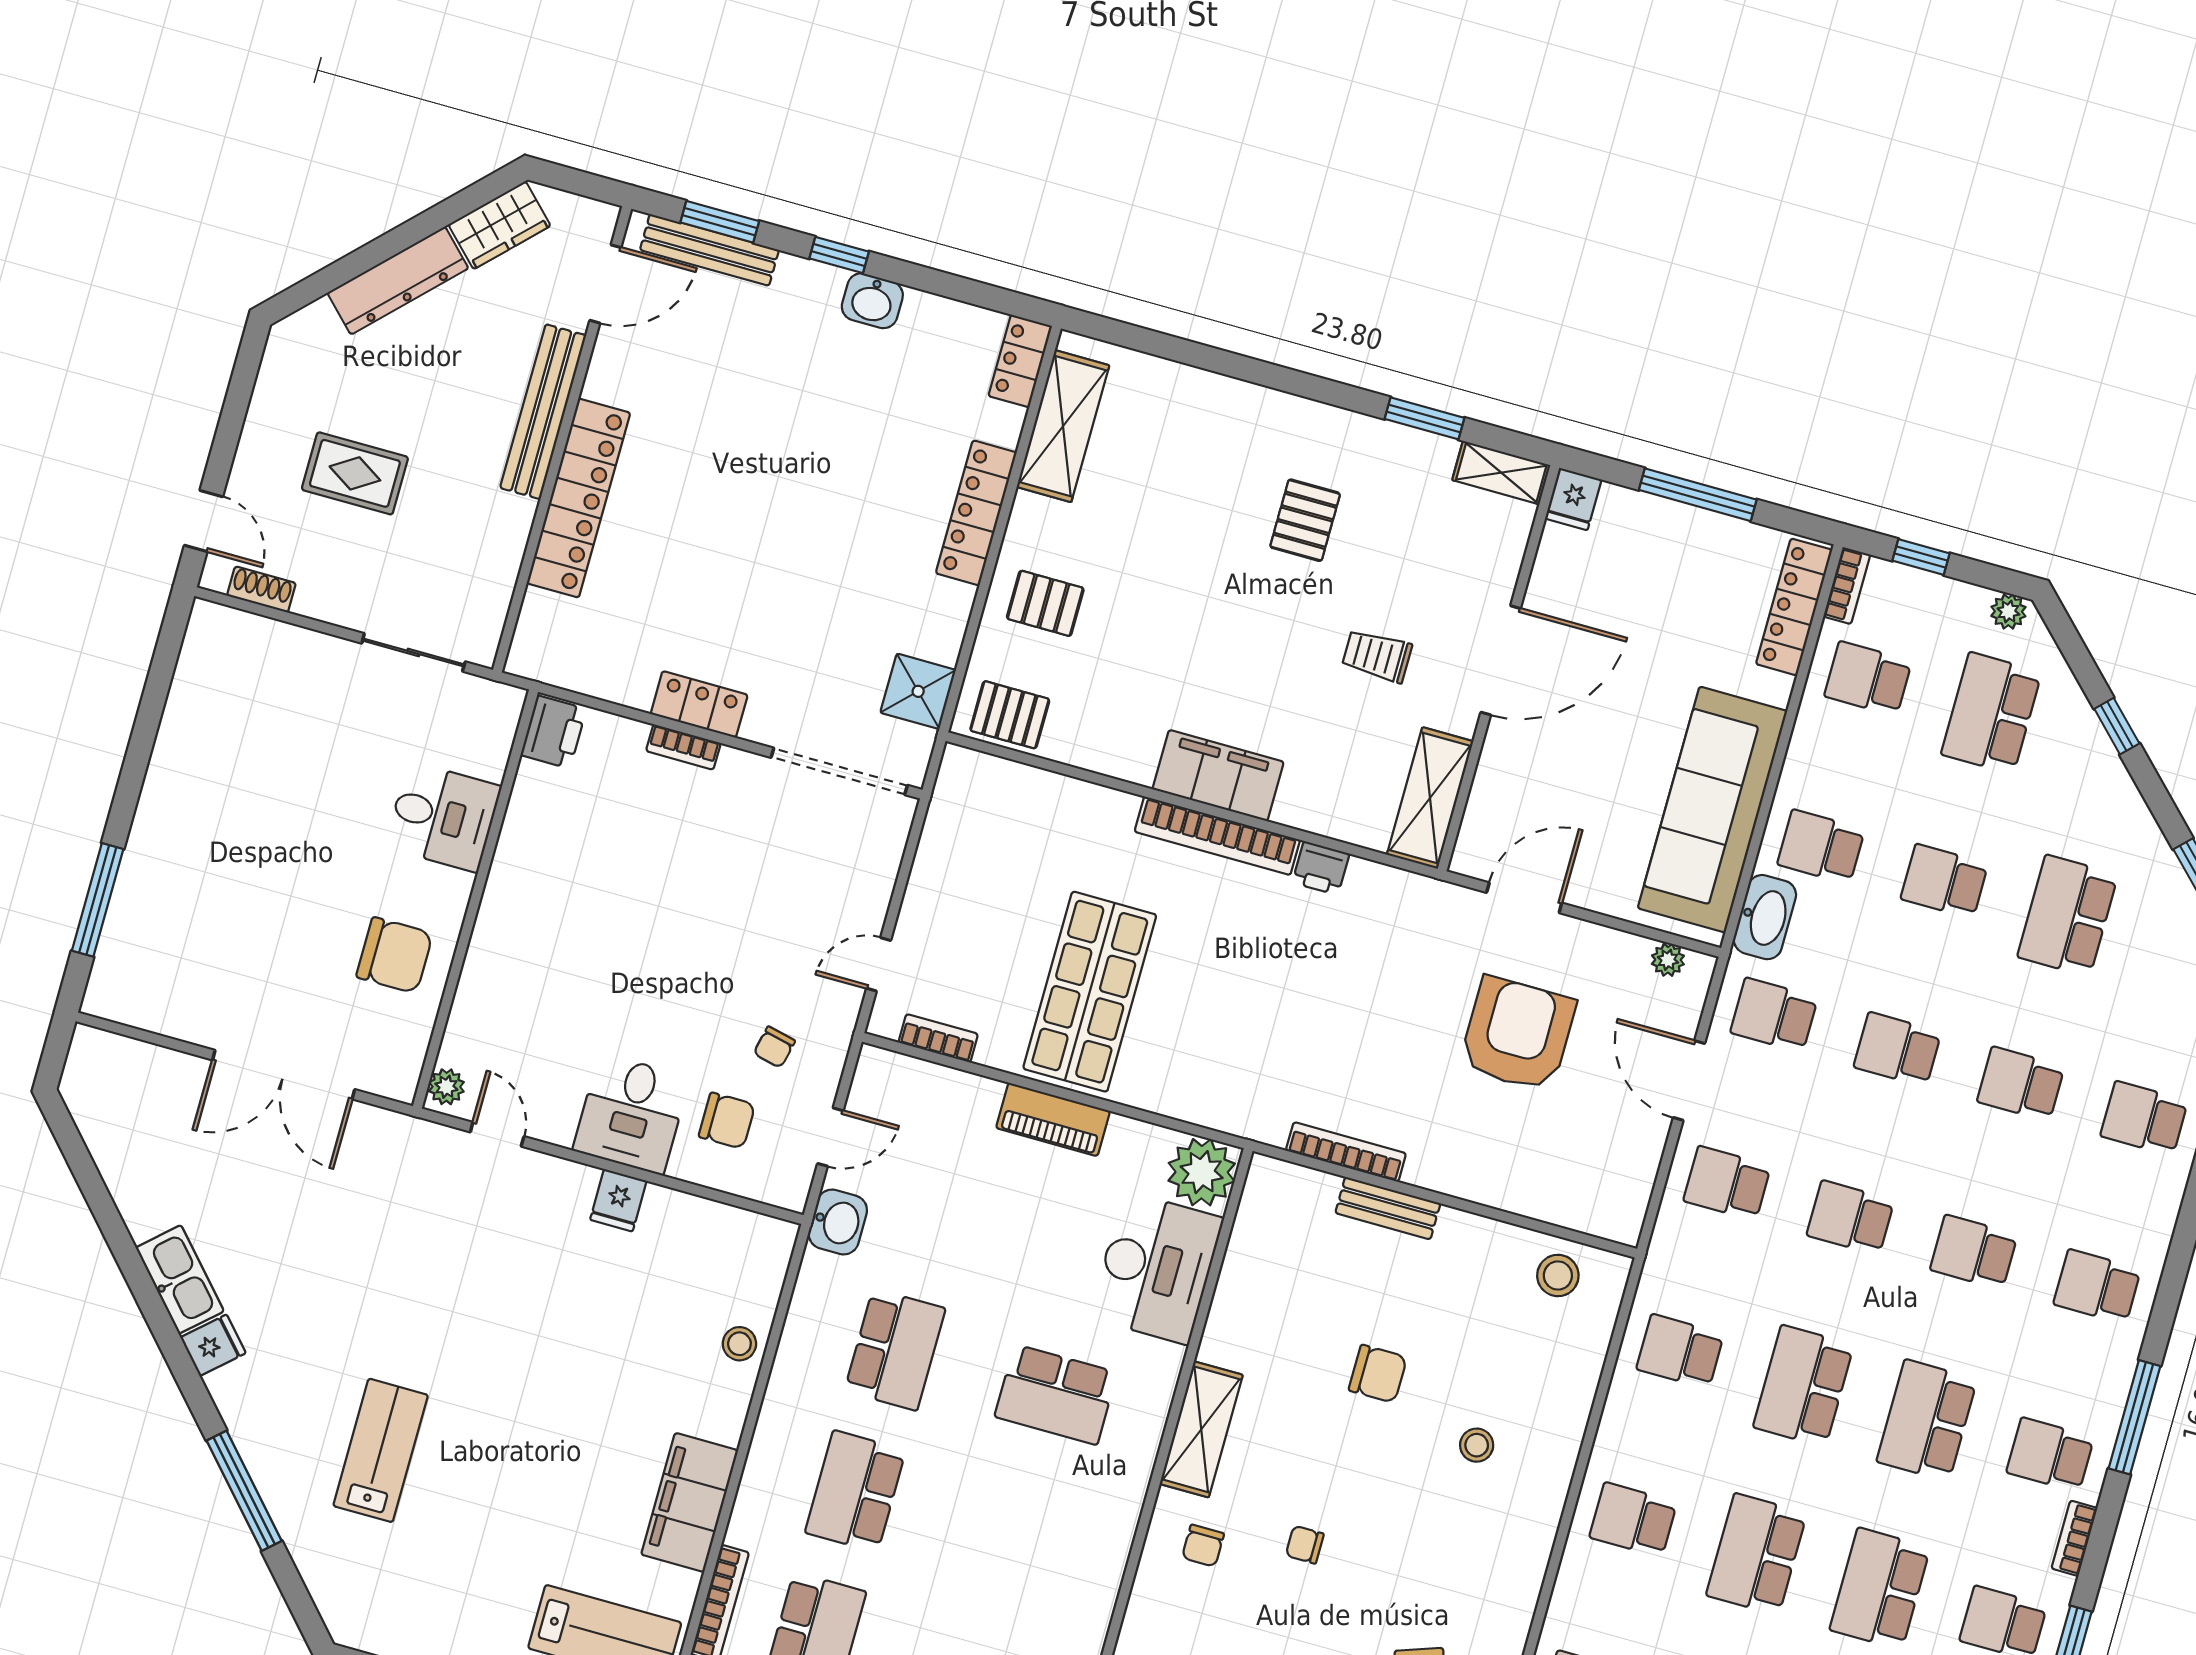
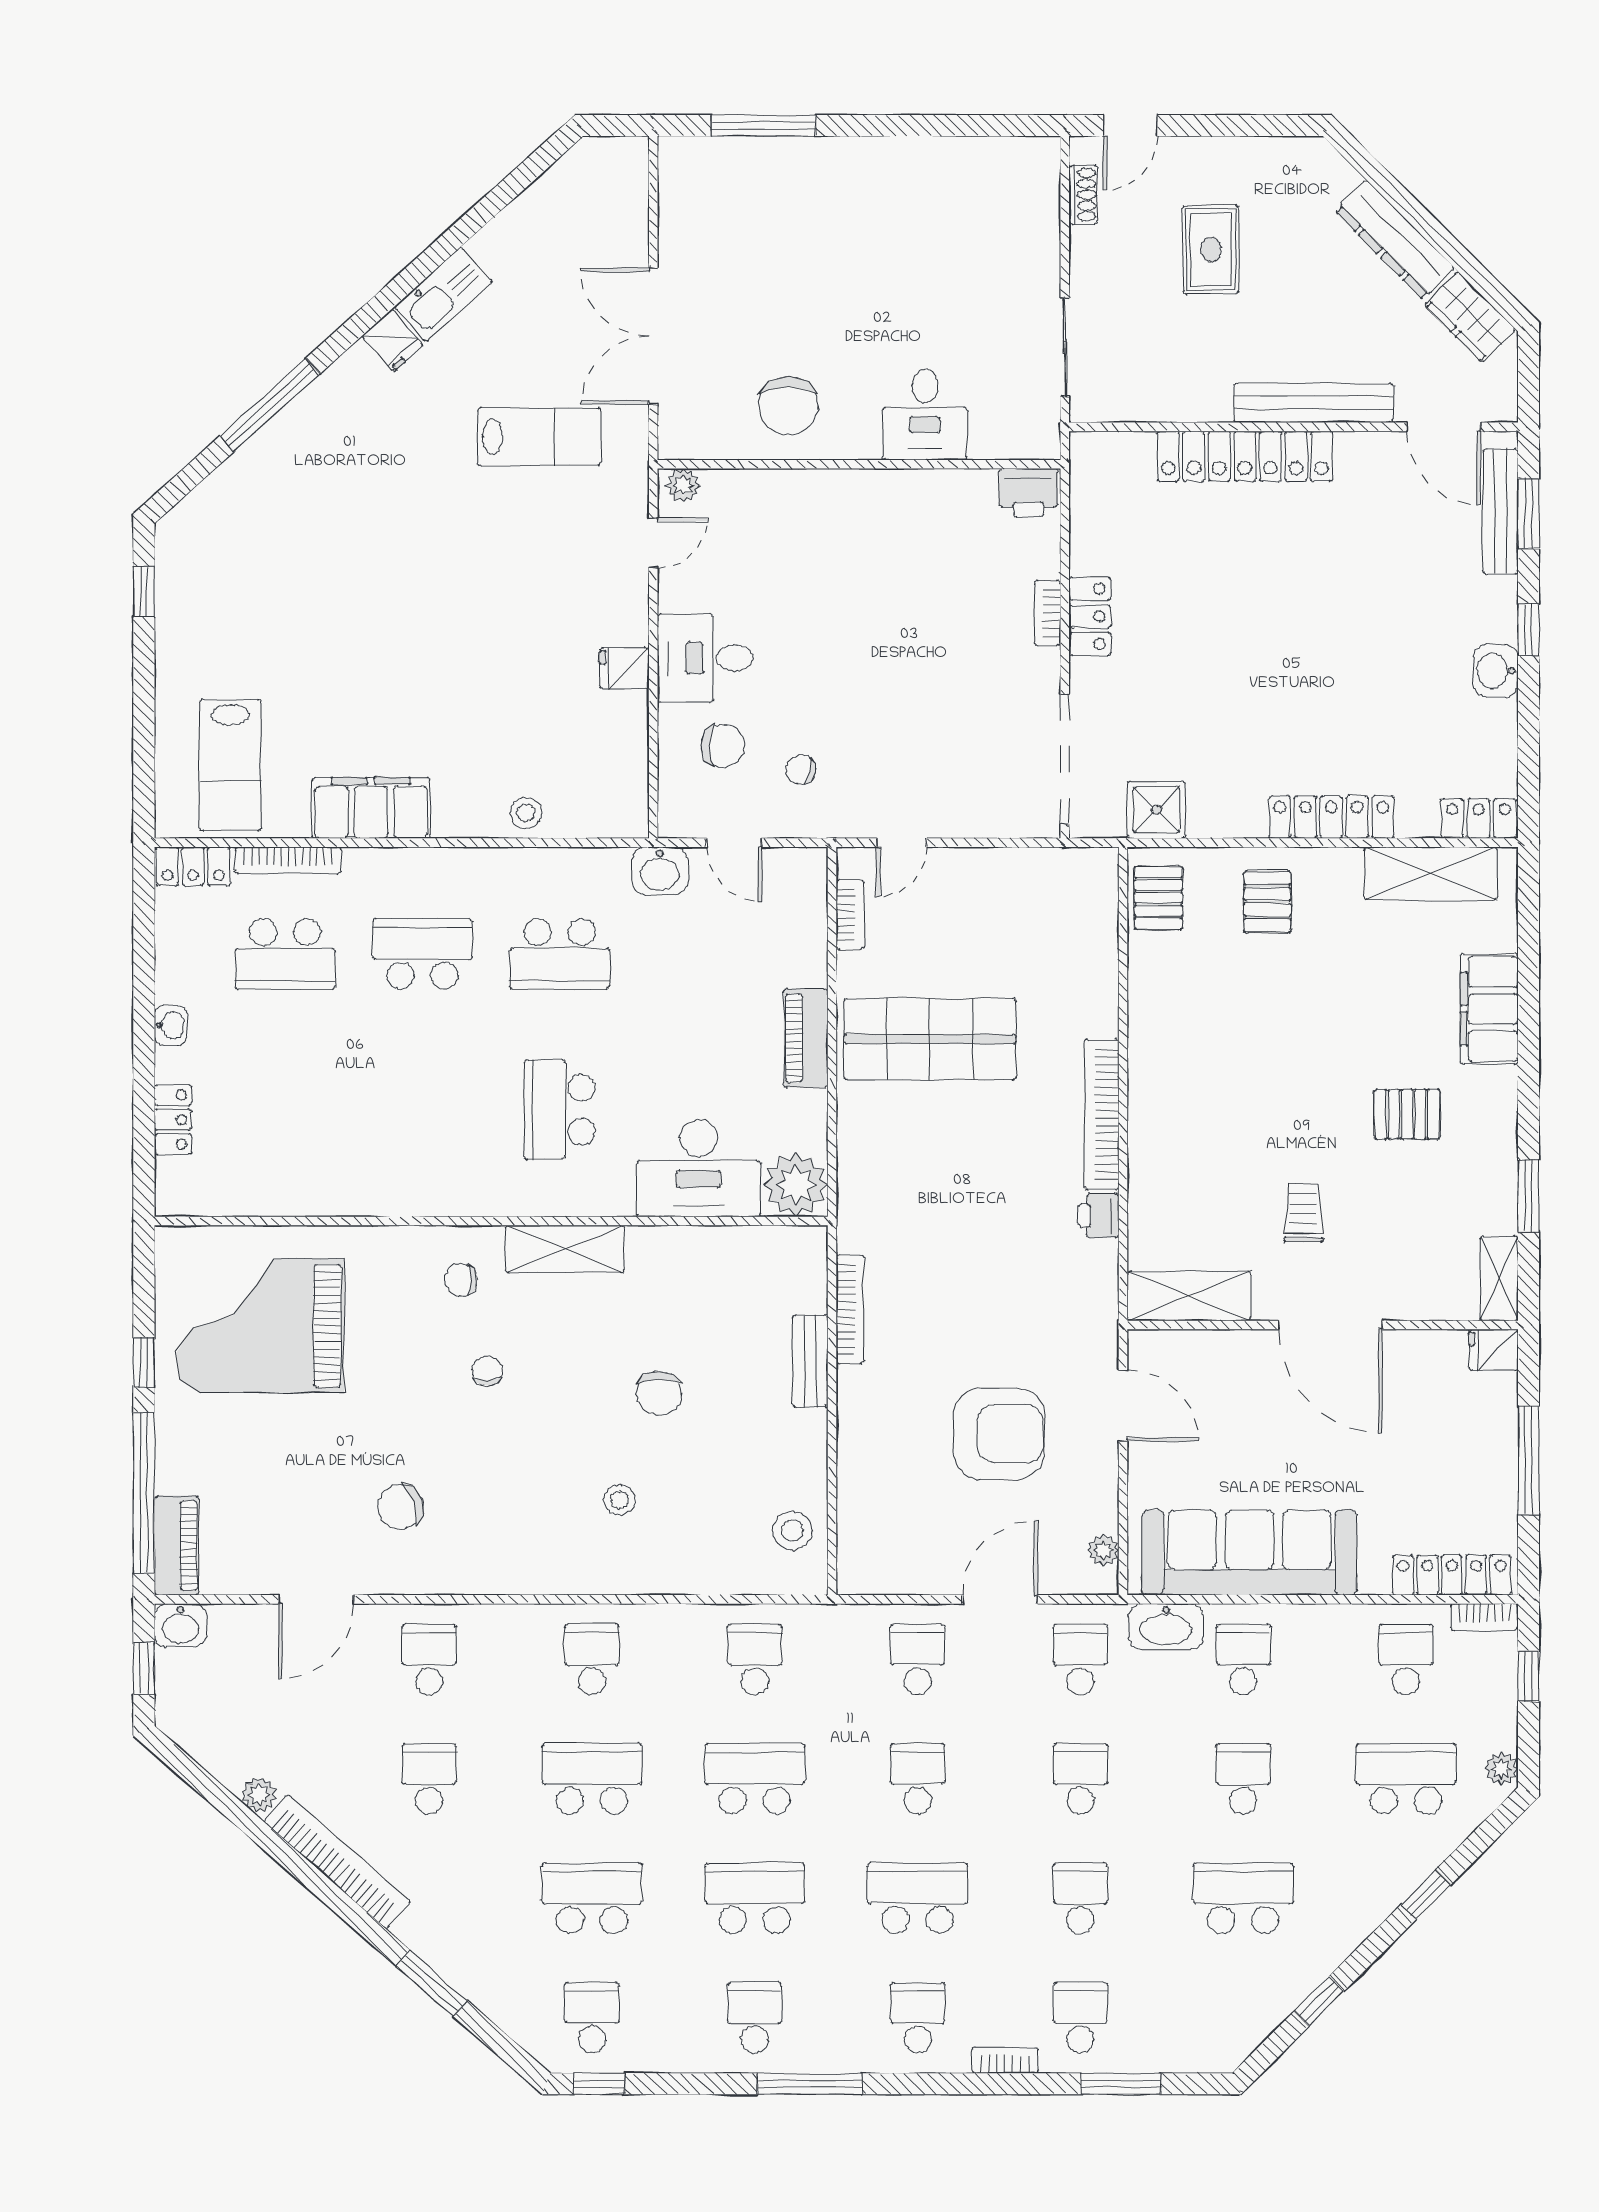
filing cabinet: (1218, 776) -> (1489, 1009), moved, turned 180
door: (879, 964) -> (901, 843), swing flipped
chair: (727, 1121) -> (723, 746), turned -88
school desk: (1974, 1252) -> (918, 1898), width x1.85
lab bench: (381, 1450) -> (539, 437), moved
bookcase: (2074, 1538) -> (1005, 2060), moved

